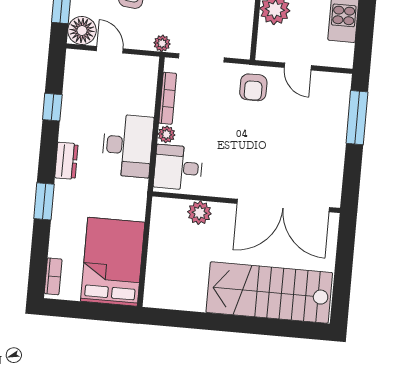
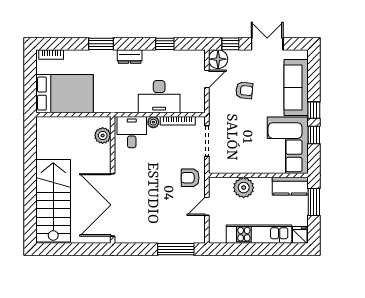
plant: (162, 43) -> (214, 114), removed
desk: (127, 146) -> (159, 97), moved
plant: (199, 213) -> (103, 136), moved

